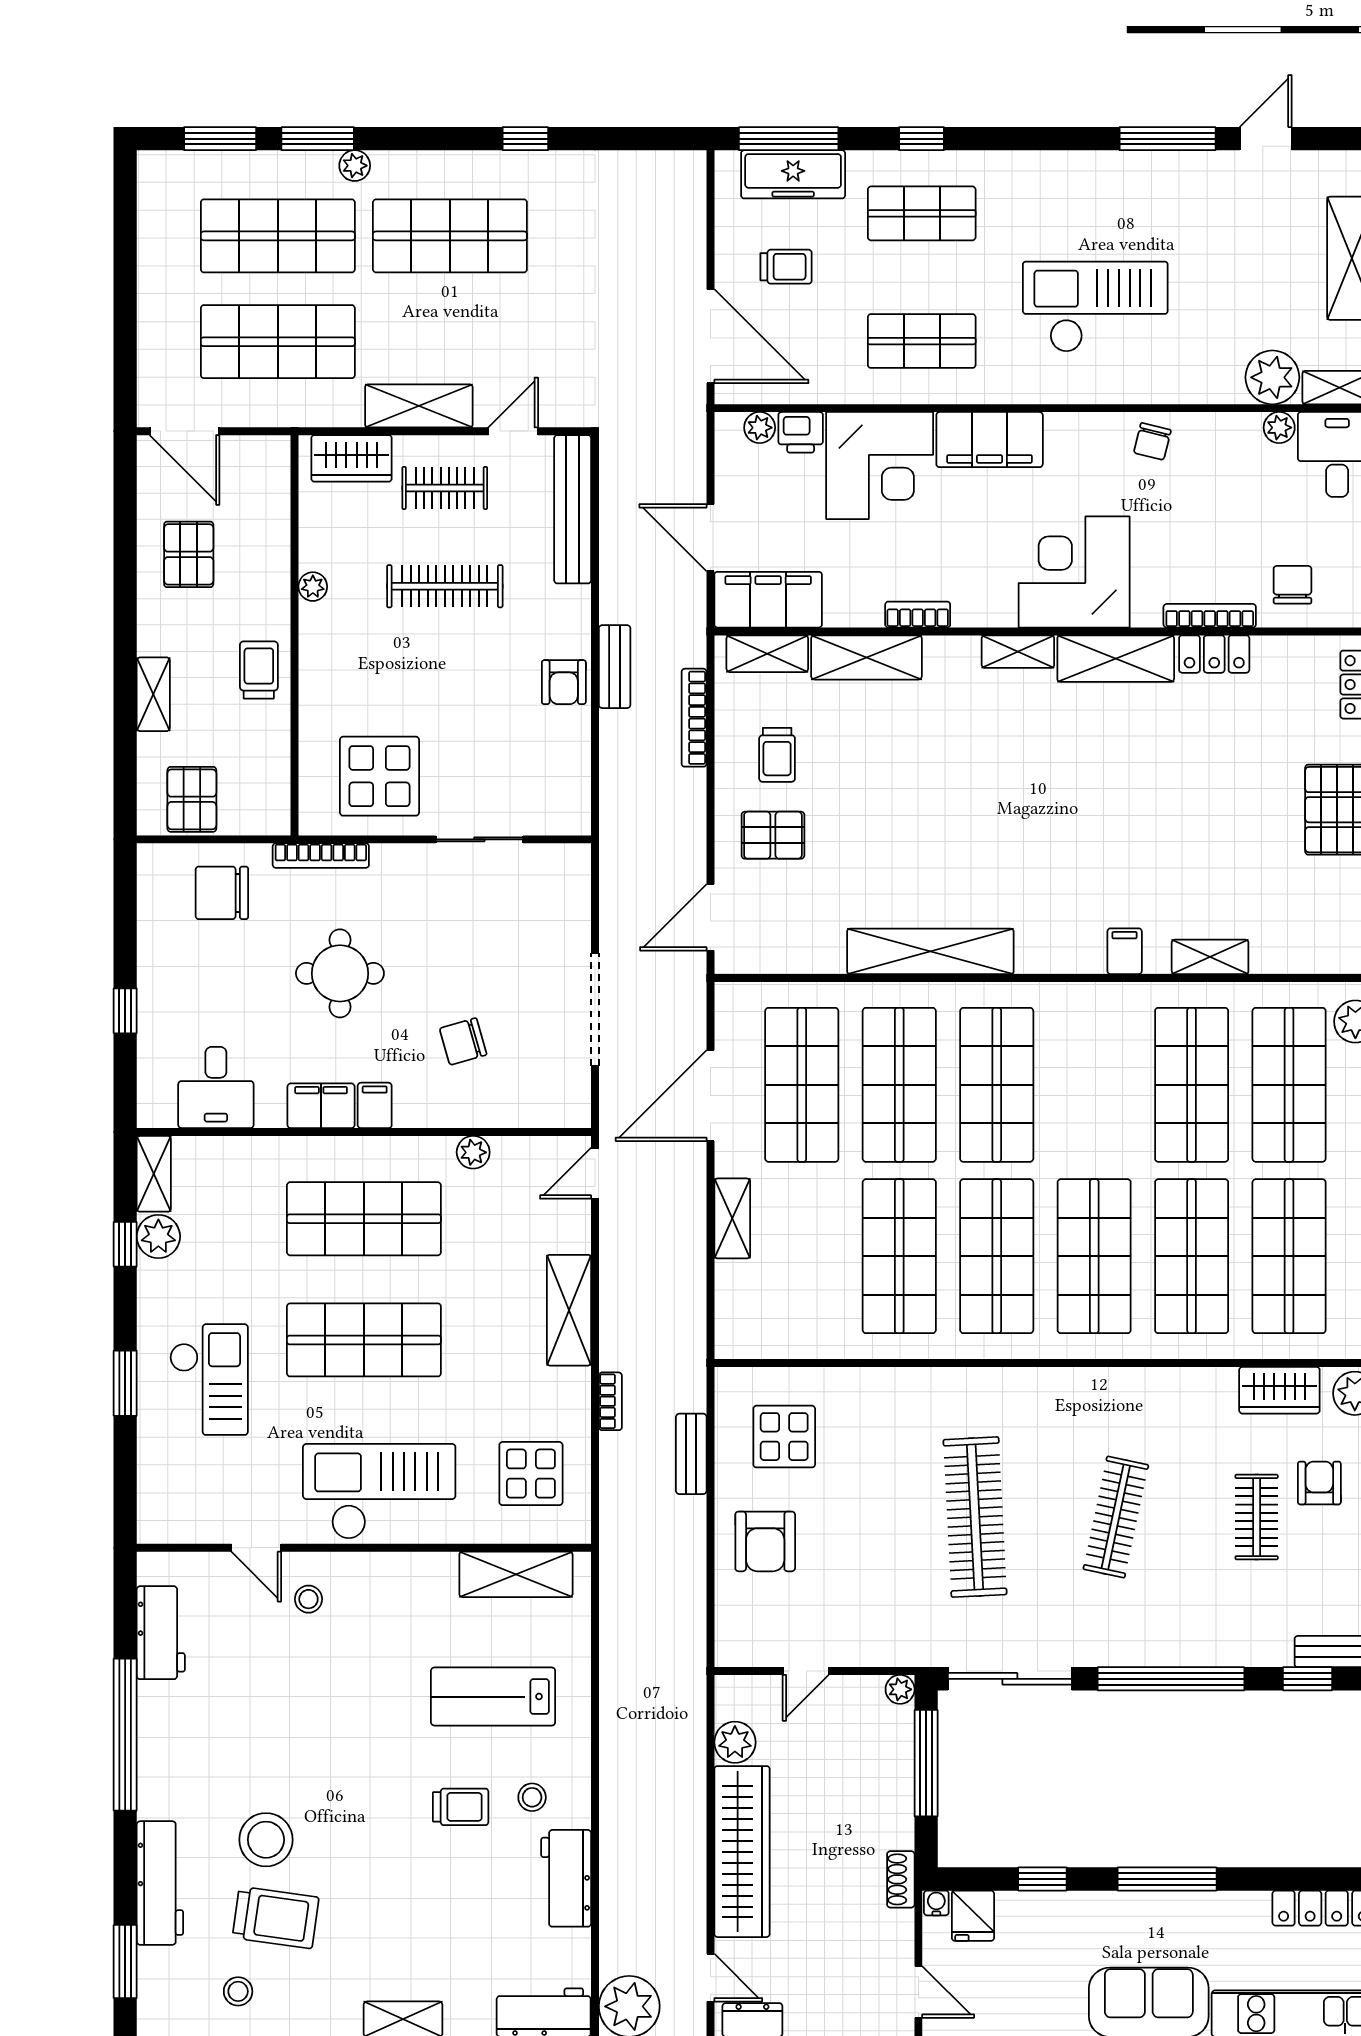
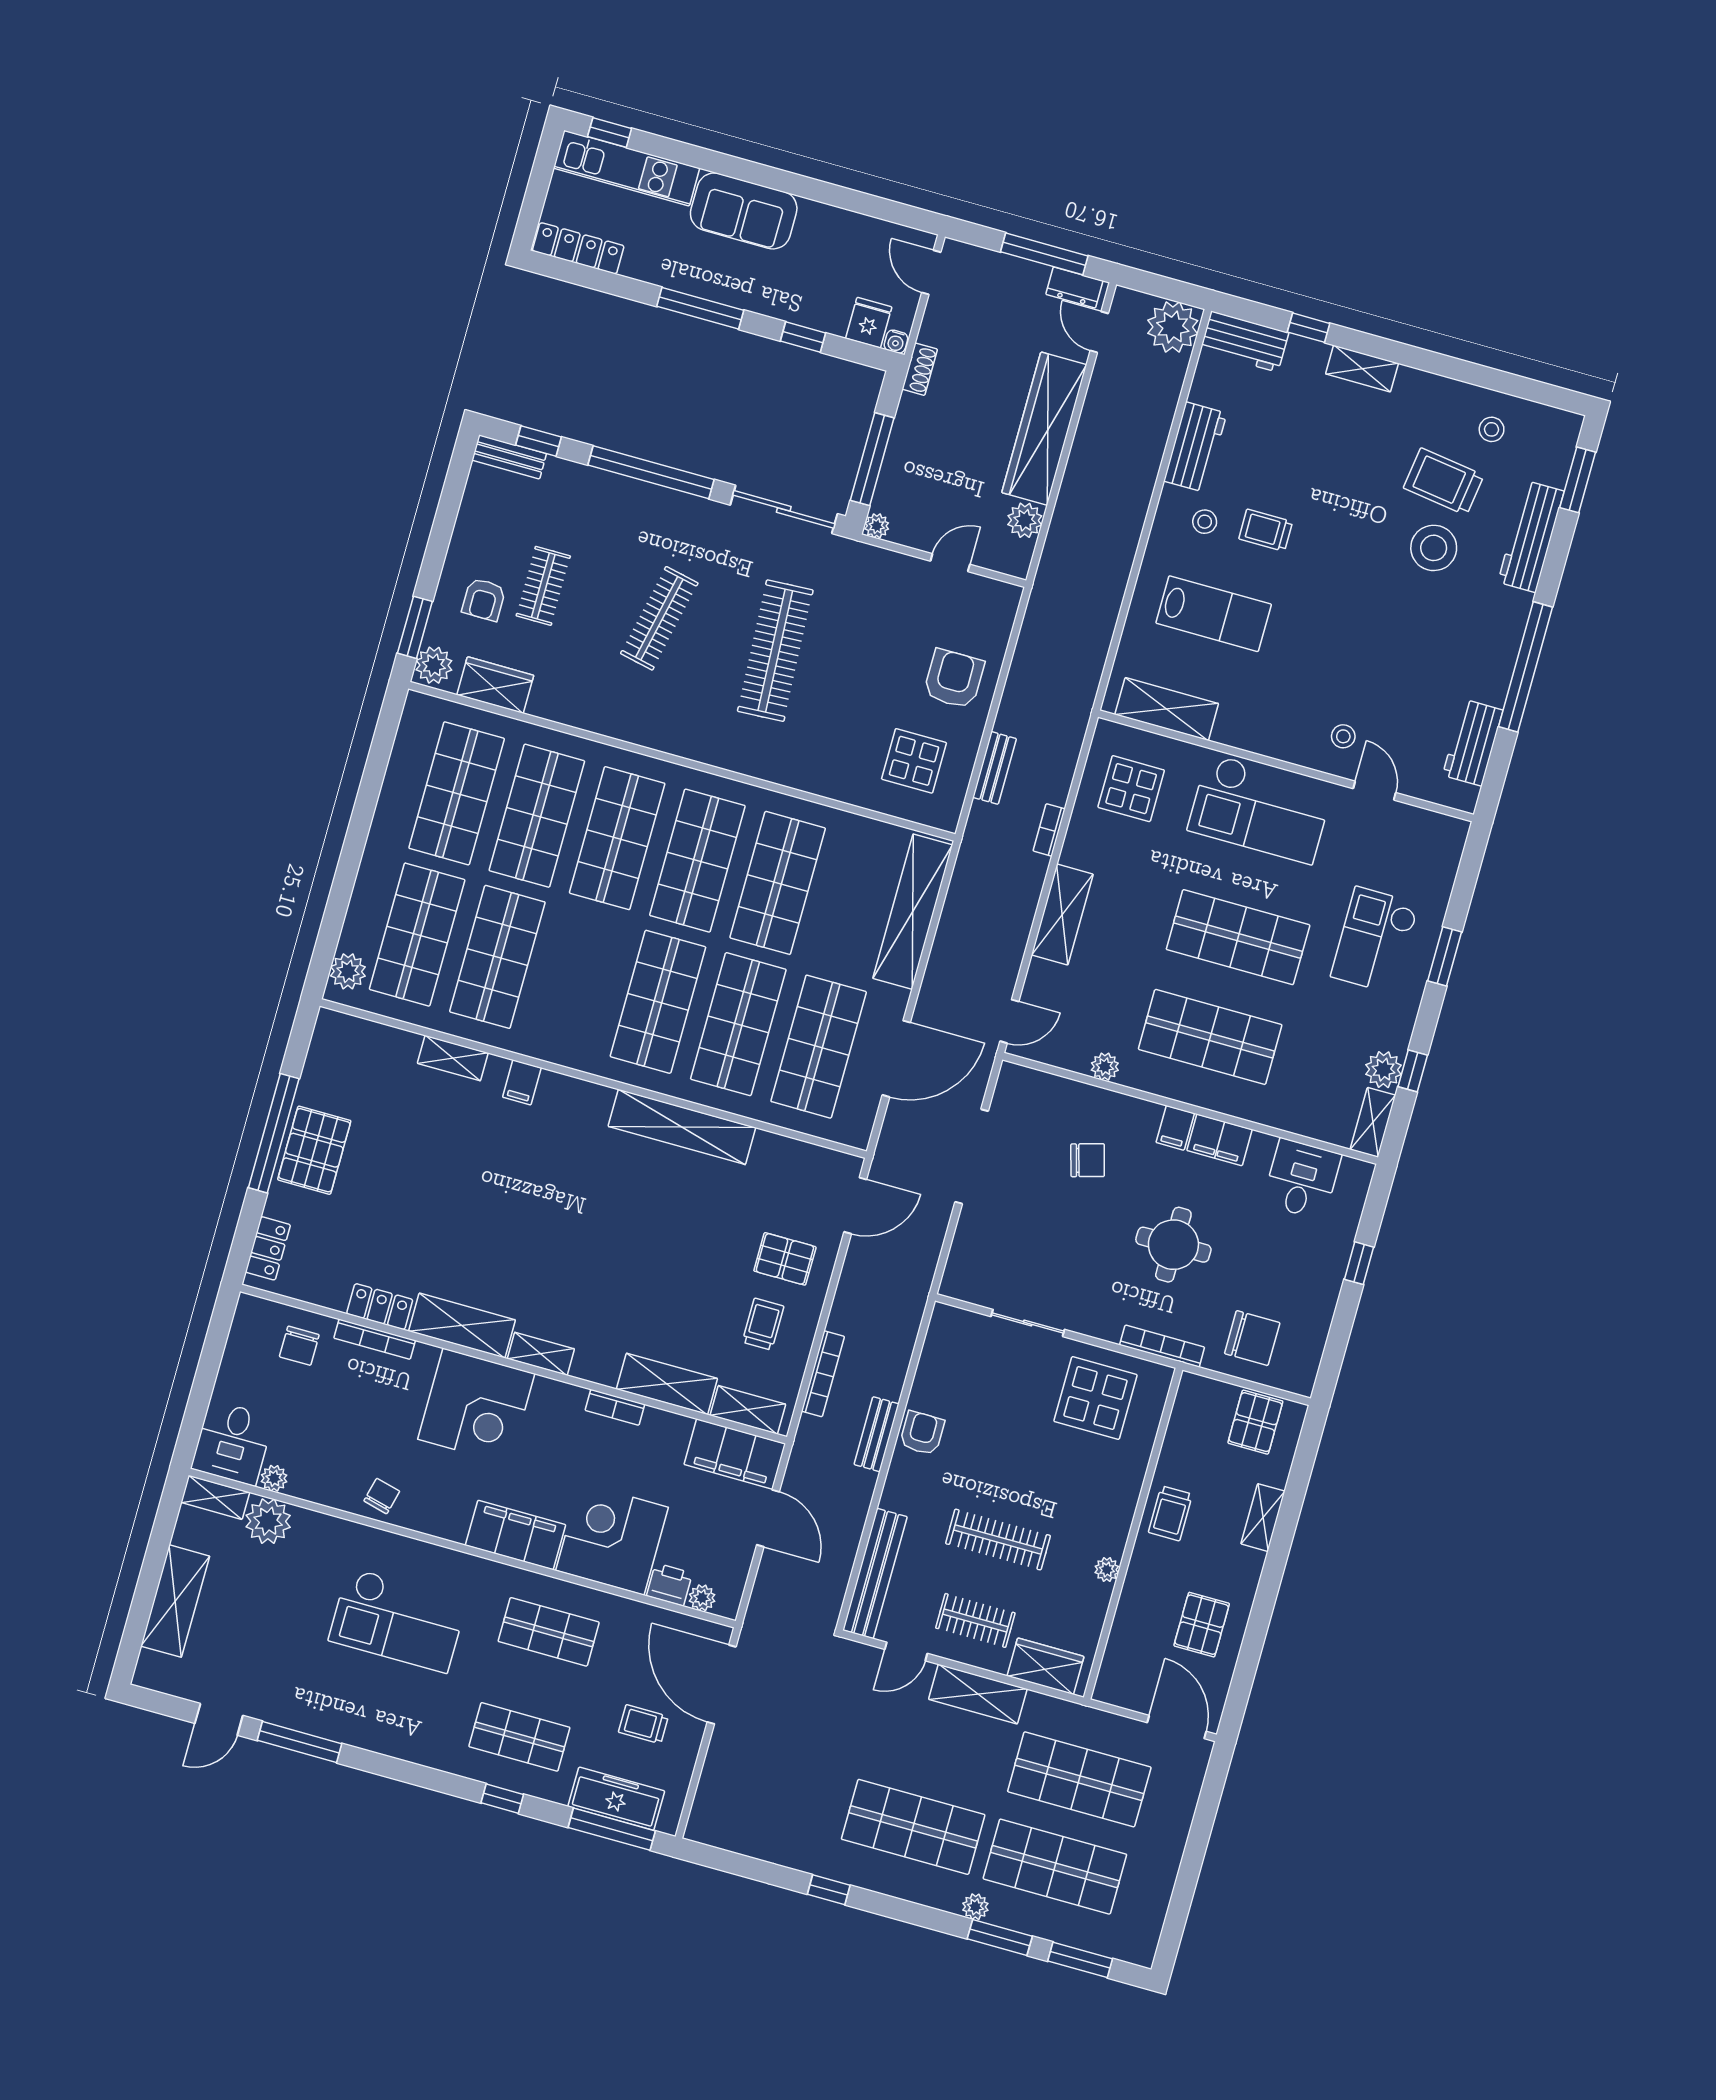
shelving: (732, 1218) -> (913, 912), width x2.20, depth x1.33

